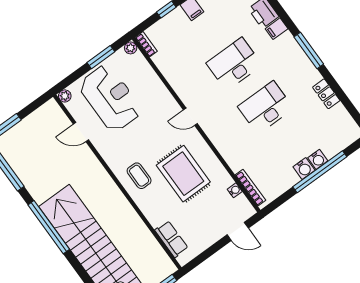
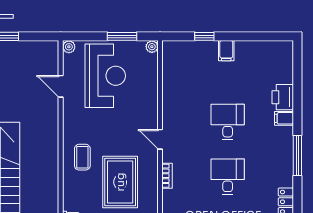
bookcase: (146, 44) -> (167, 176), moved
desk: (234, 64) -> (228, 122), width x0.73
desk: (266, 107) -> (228, 177), width x0.73

